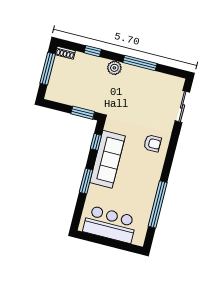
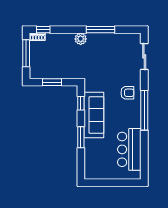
window: (93, 51) -> (43, 30), moved
window: (83, 113) -> (52, 82), moved
window: (158, 204) -> (144, 110), moved
bar counter: (110, 224) -> (129, 149), moved, turned -90

